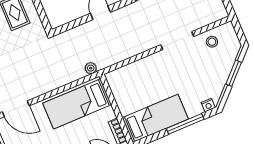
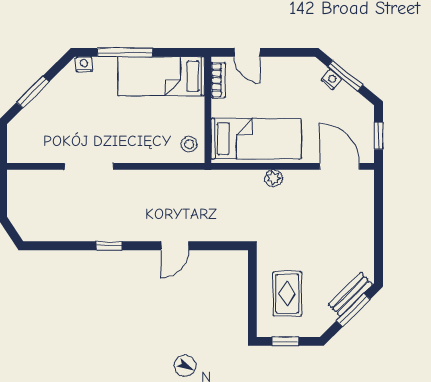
stool: (212, 42) -> (189, 144), moved
plant: (91, 68) -> (274, 178), moved

